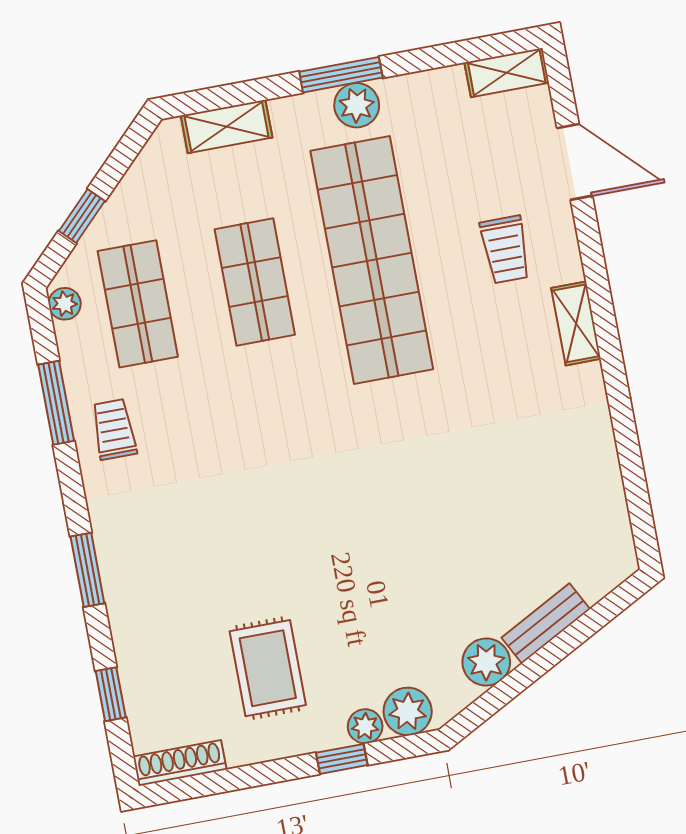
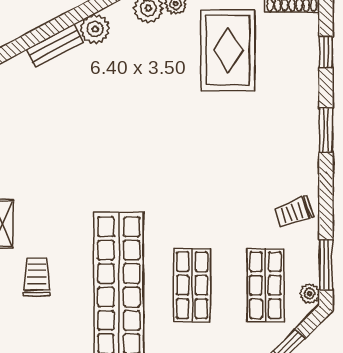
window: (56, 403) -> (326, 265), moved
trolley: (114, 429) -> (294, 212), turned 70
rug: (268, 668) -> (228, 50), width x1.36, depth x1.43

